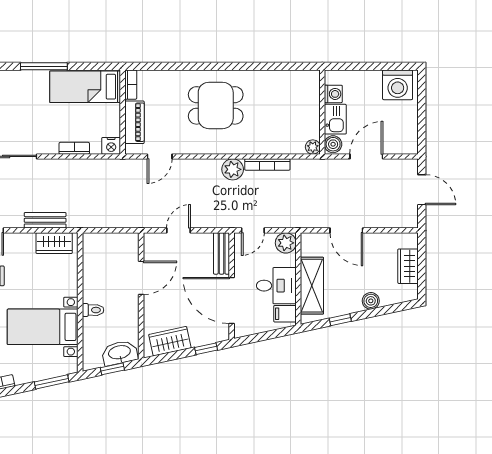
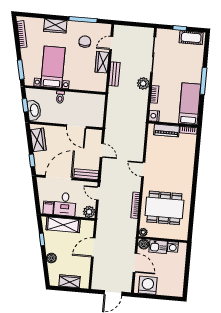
washing machine: (398, 85) -> (148, 285), moved, turned 90
dining table: (216, 105) -> (164, 208), moved, width x1.38
door: (160, 156) -> (143, 170), moved
plant: (233, 169) -> (143, 83), moved
wardrobe: (54, 243) -> (102, 62), moved

